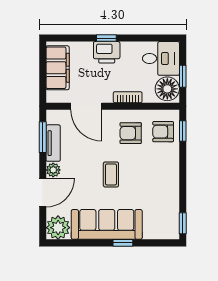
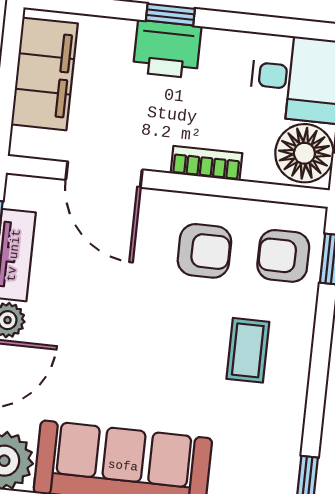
armchair: (131, 133) -> (204, 251), turned 180
coffee table: (111, 174) -> (248, 350), moved

